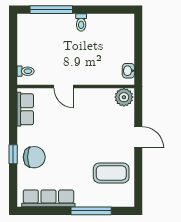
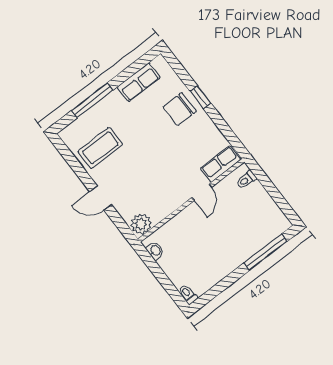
toilet: (81, 22) -> (188, 294), moved
door: (64, 87) -> (202, 192), swing flipped
row of seats: (25, 109) -> (221, 164), moved, turned 90
row of seats: (48, 198) -> (139, 82), width x0.68

